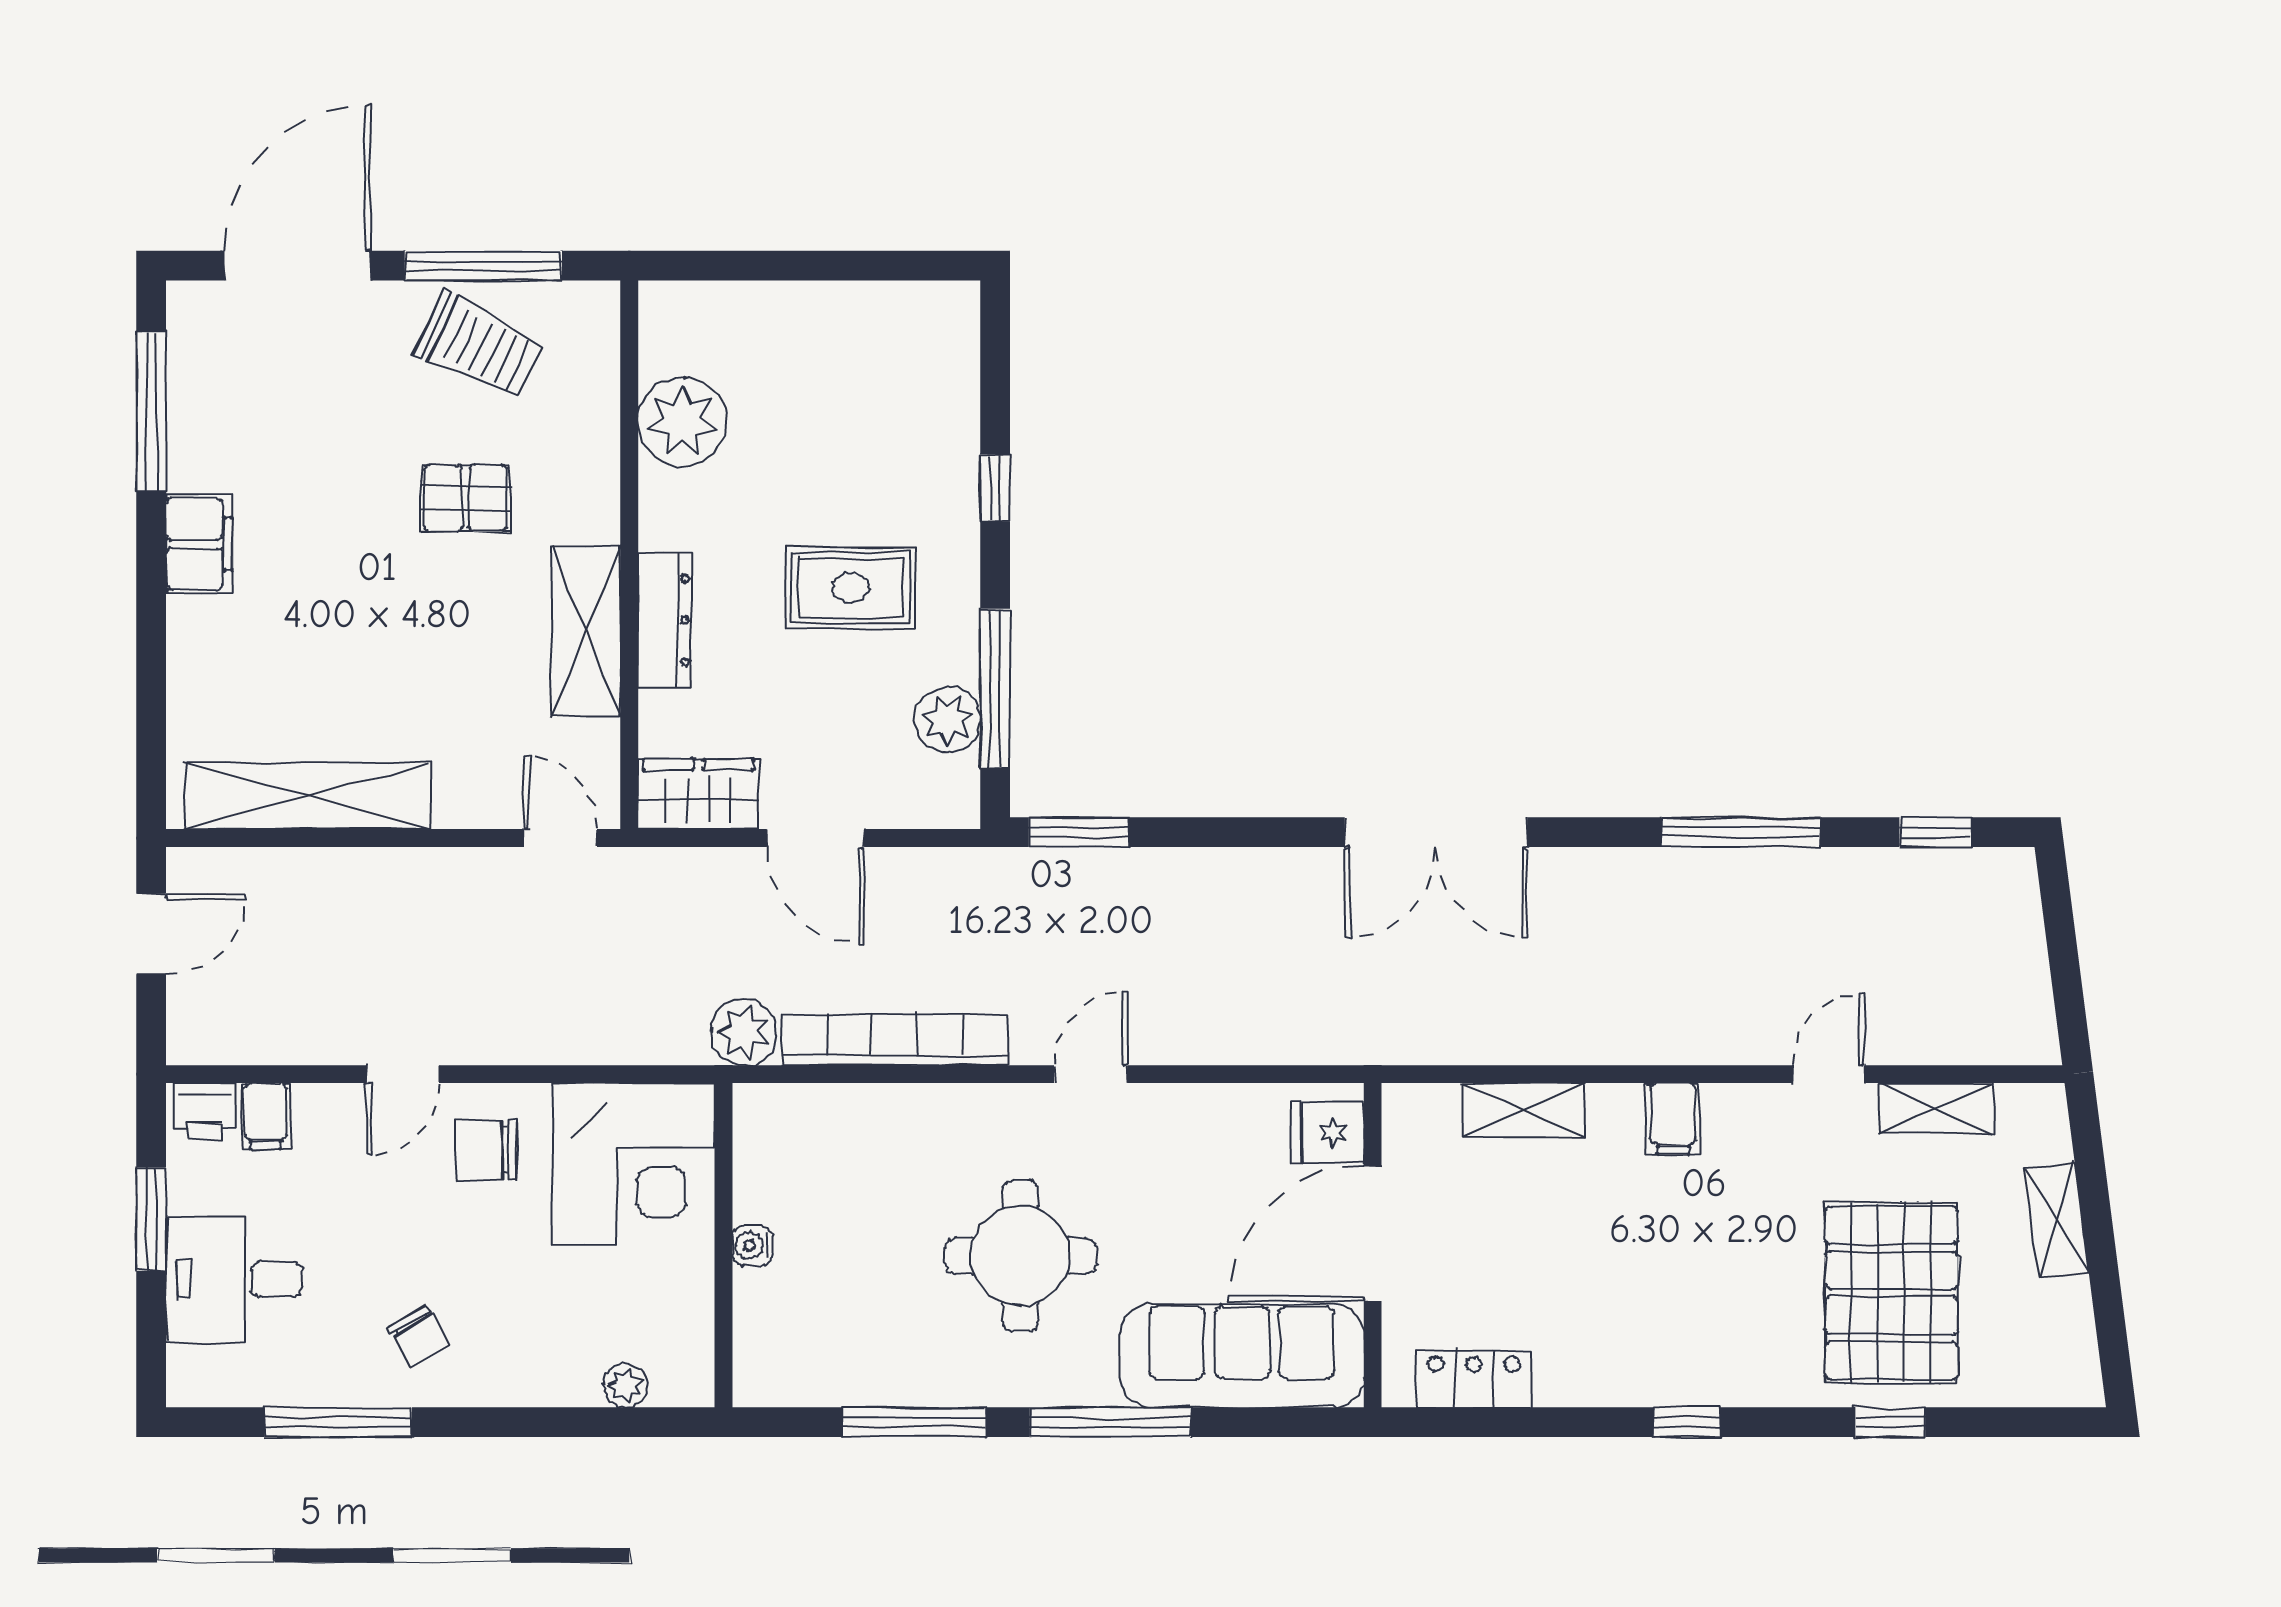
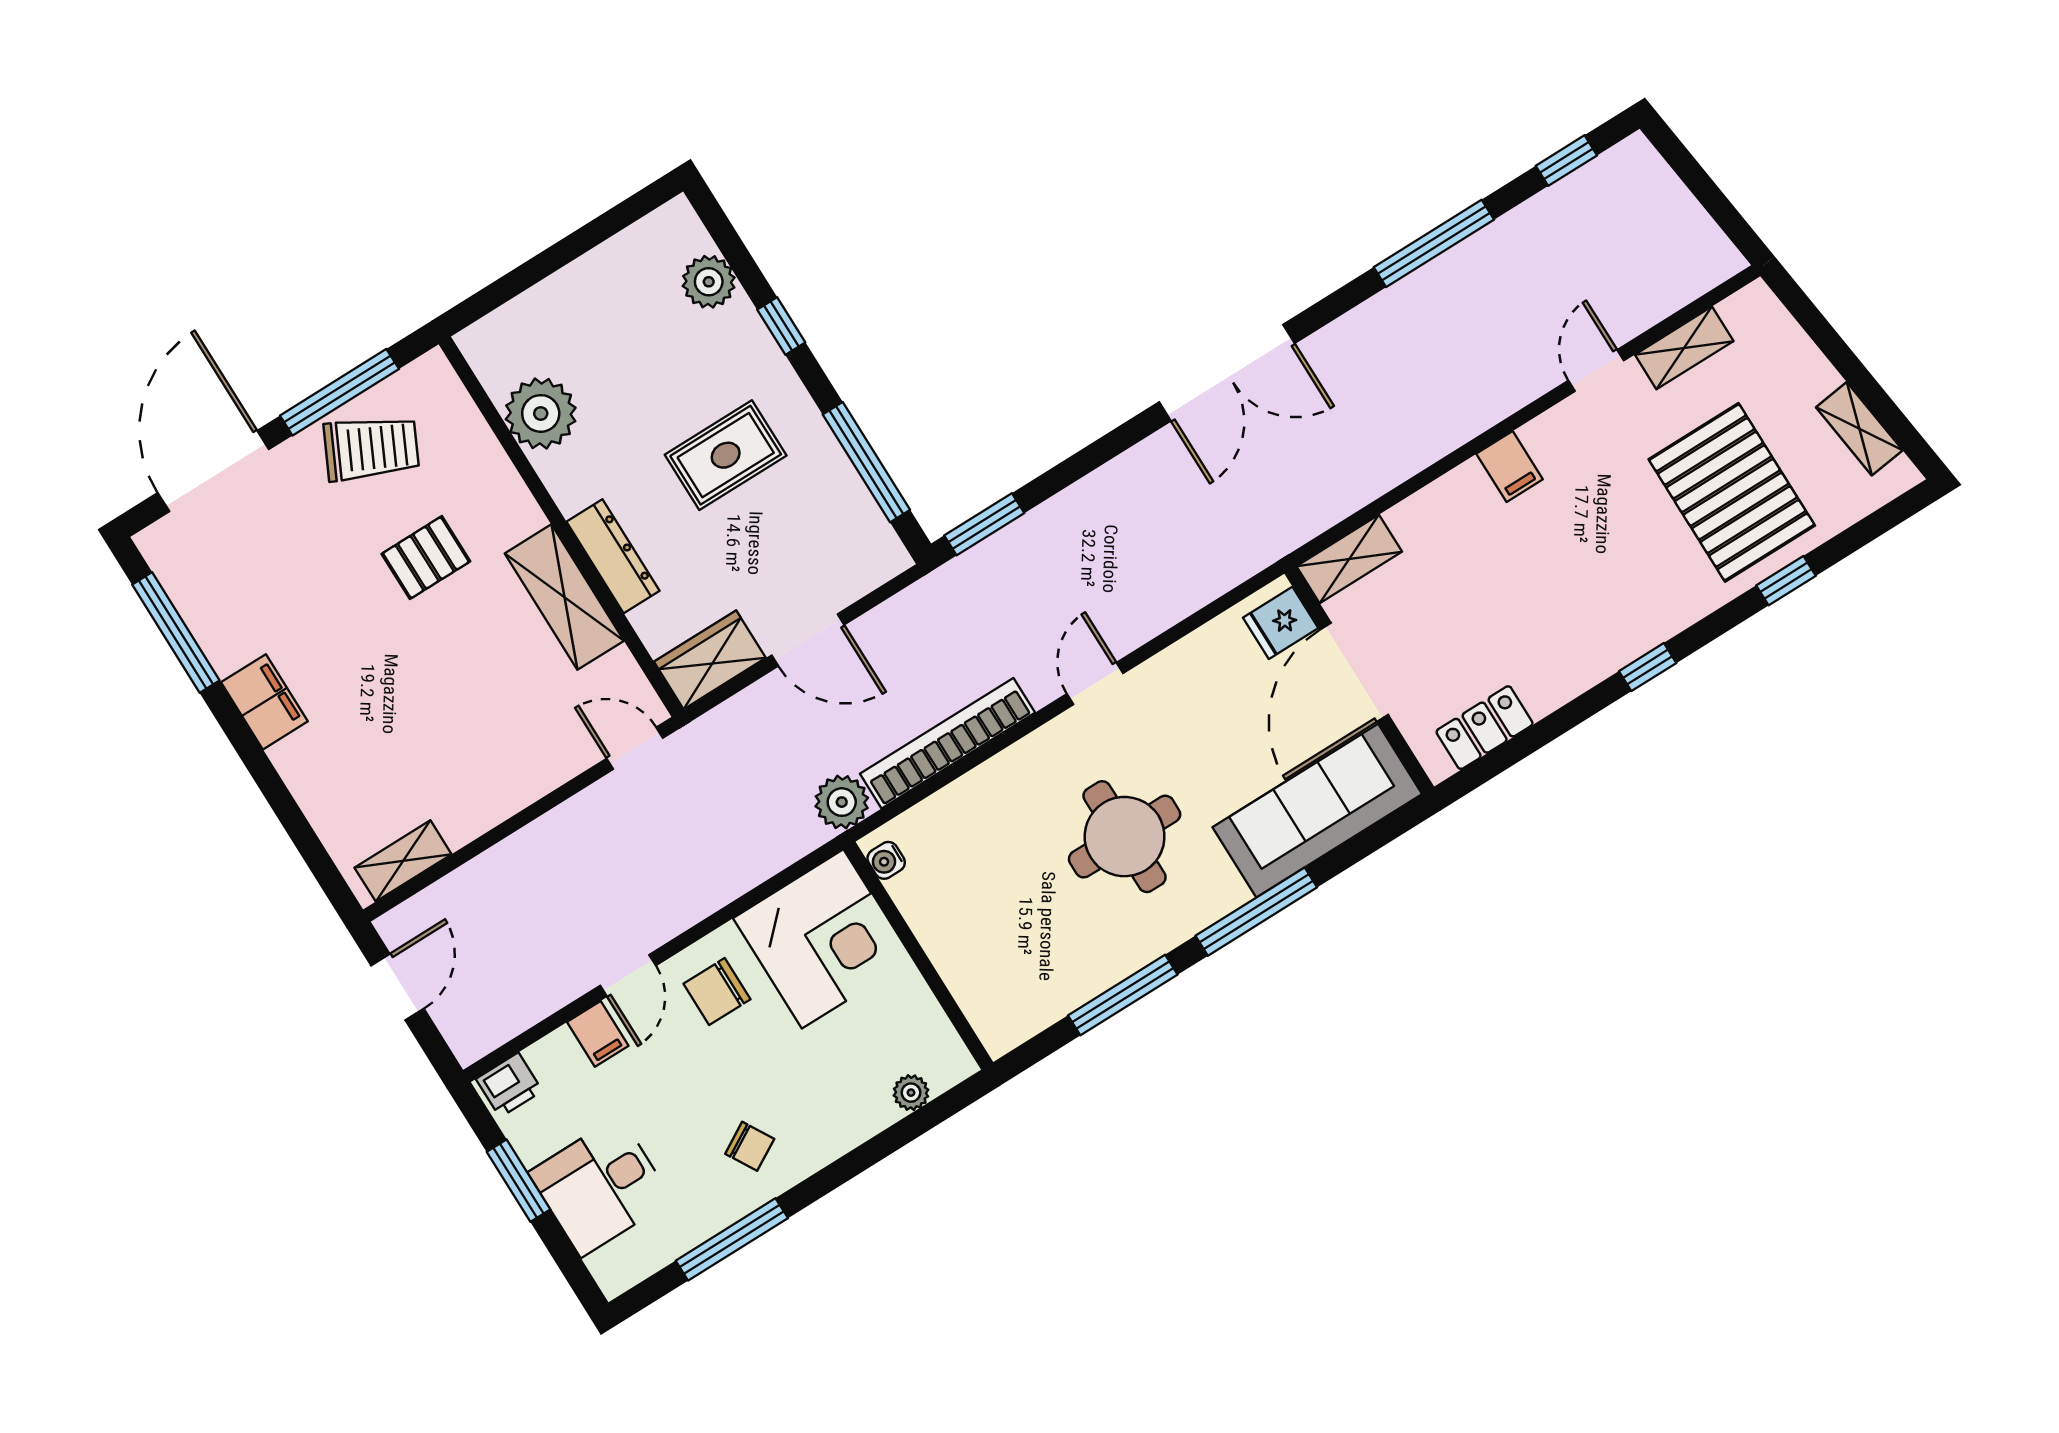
plant: (947, 720) -> (709, 282), moved
shelving: (308, 796) -> (403, 861), width x0.45, depth x0.75
shelving: (1524, 1110) -> (1349, 559), moved
filing cabinet: (266, 1116) -> (598, 1034), moved
shelving: (2057, 1220) -> (1859, 429), moved
water cooler: (753, 1246) -> (886, 860), moved

